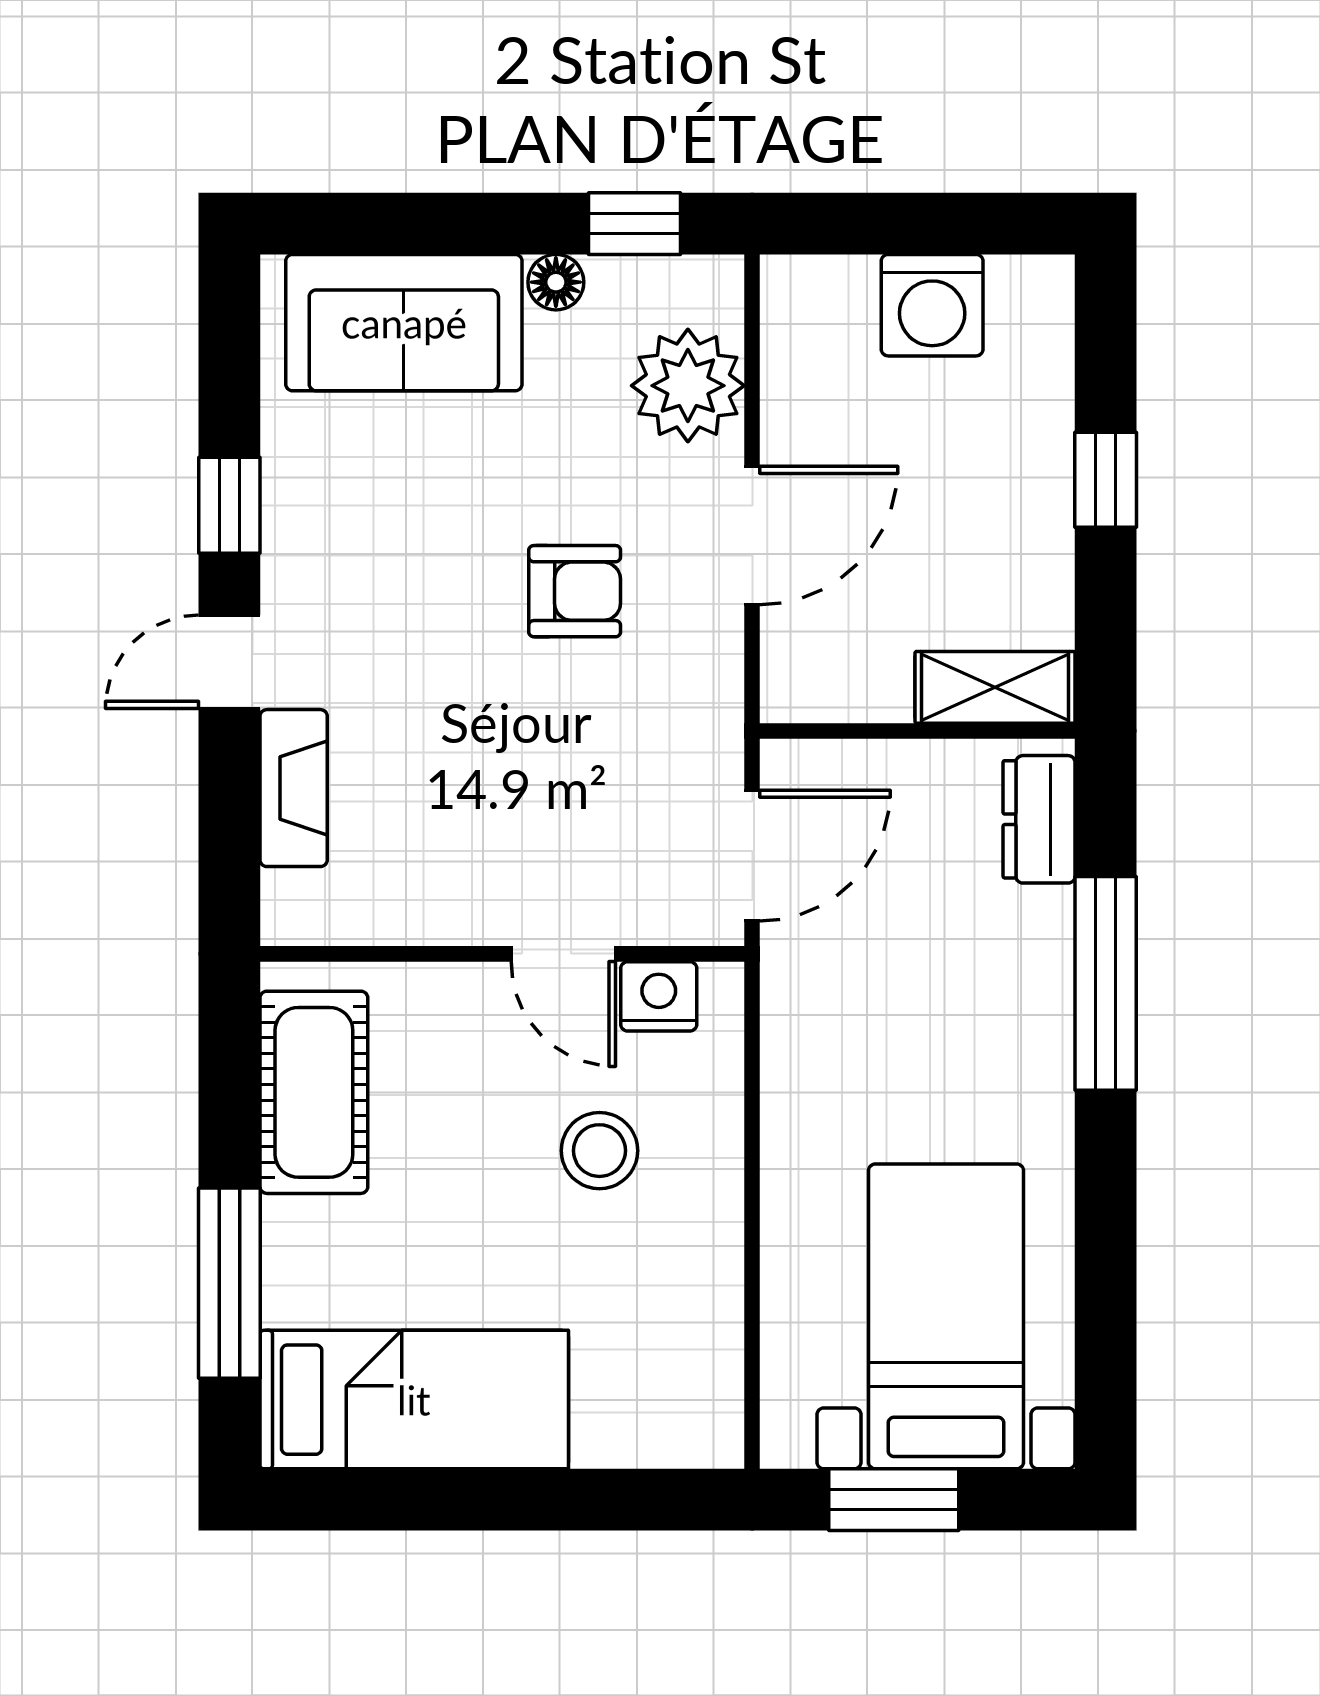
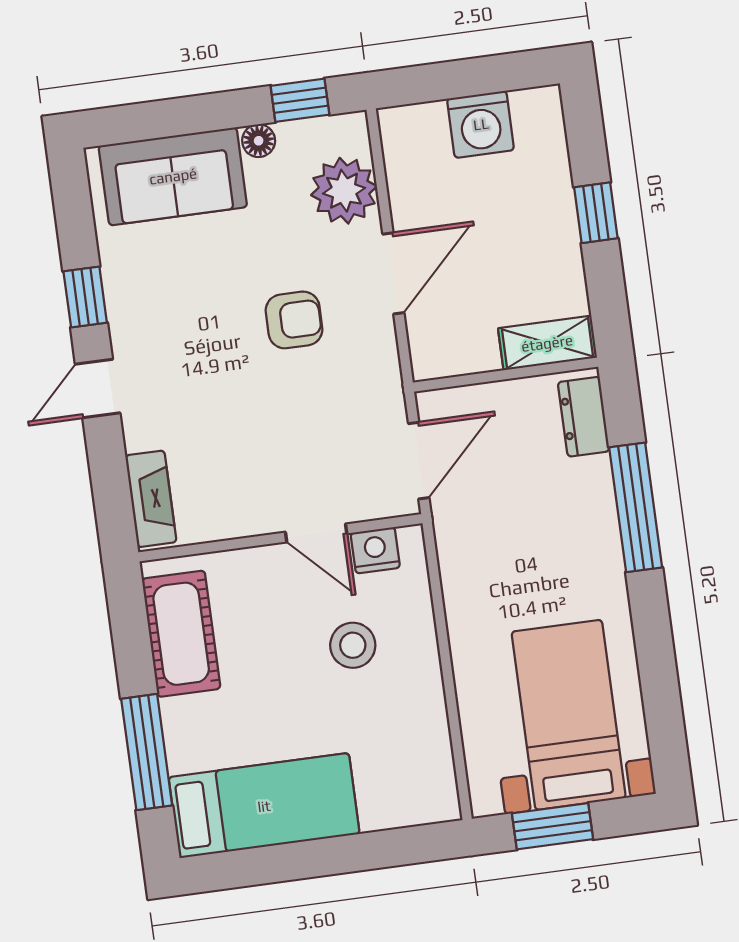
fireplace: (294, 788) -> (151, 499), moved

